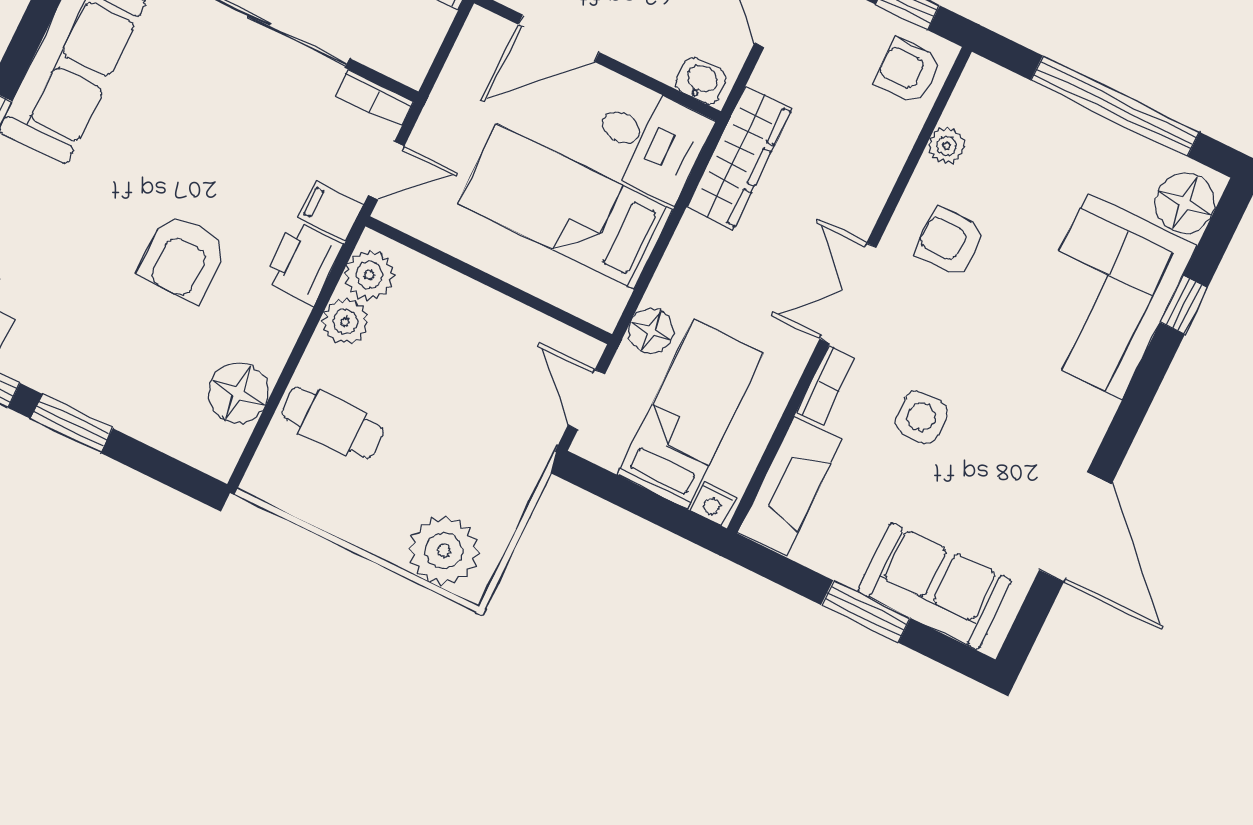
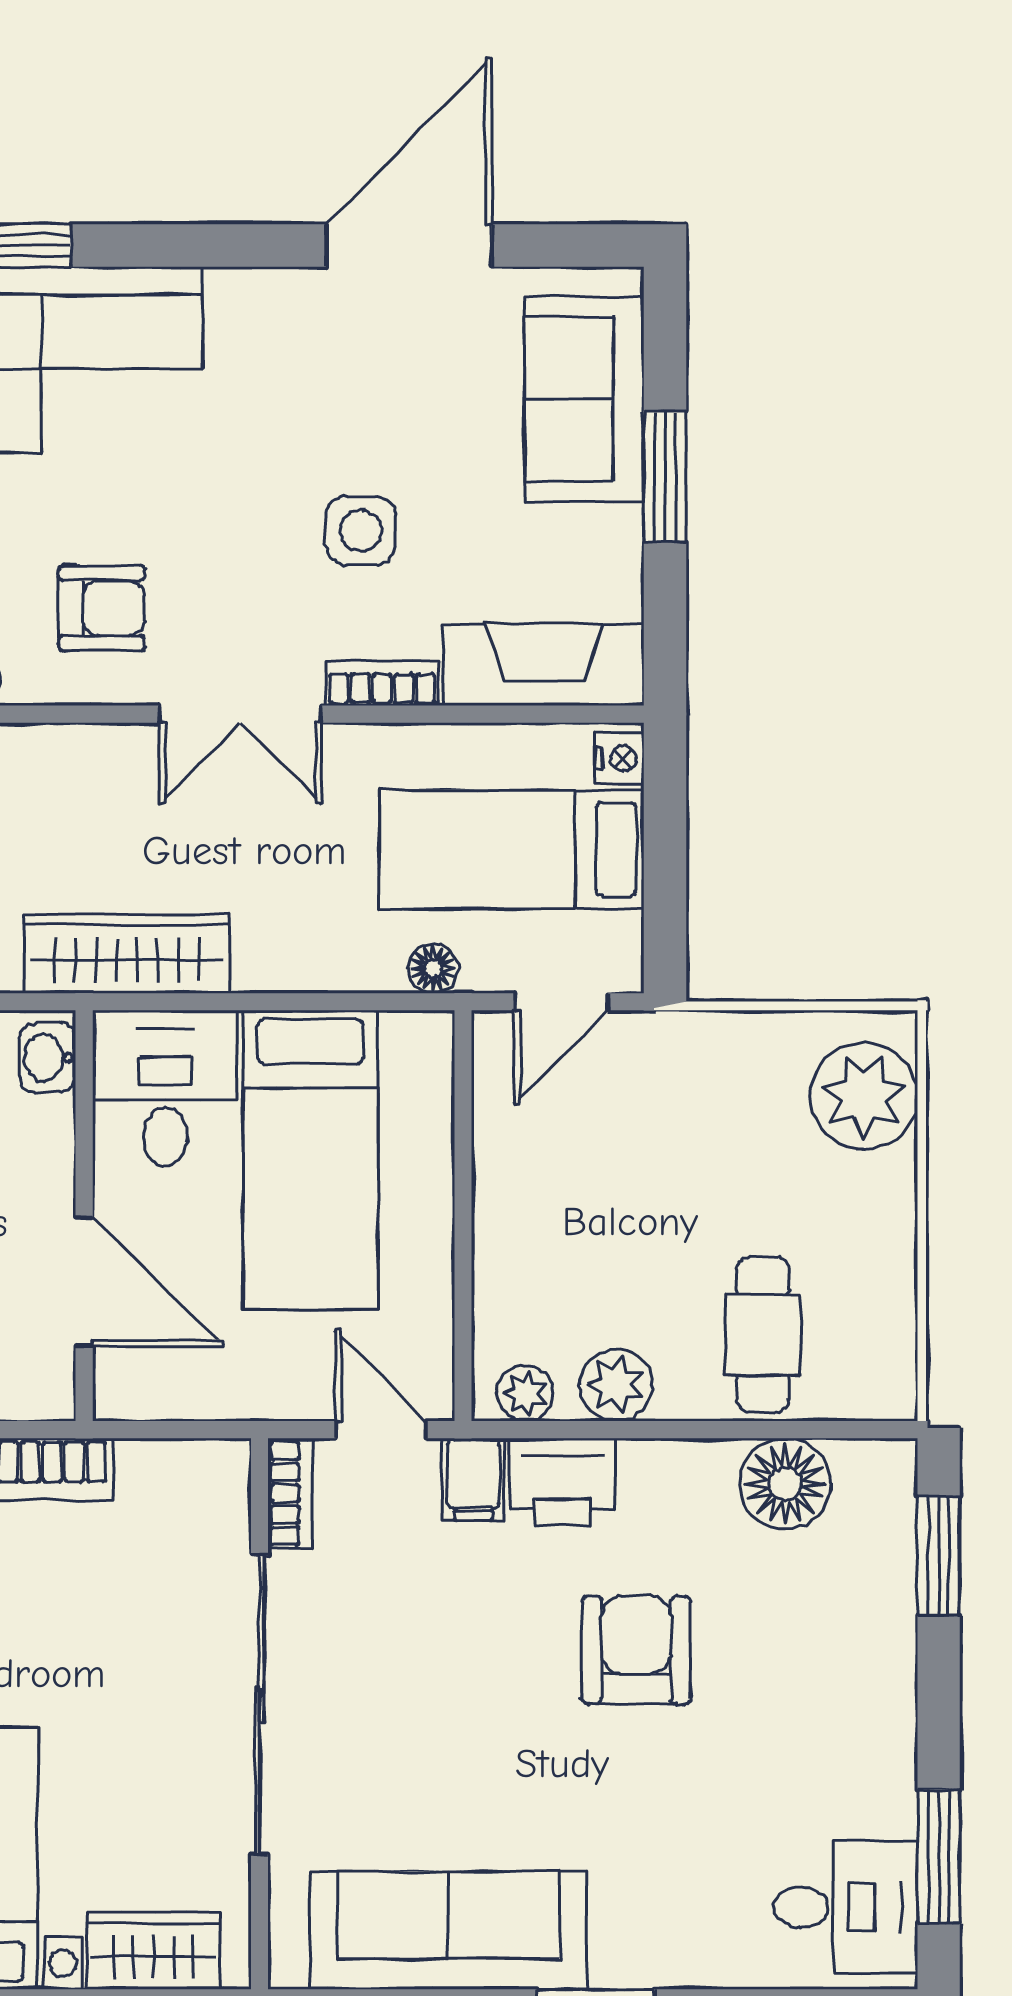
armchair: (950, 242) -> (102, 608), turned -90
armchair: (183, 258) -> (636, 1650), turned -90
plant: (369, 275) -> (525, 1393), width x0.73, depth x0.73
floor lamp: (651, 331) -> (433, 968), width x0.73, depth x0.73
window: (72, 423) -> (939, 1556), moved

